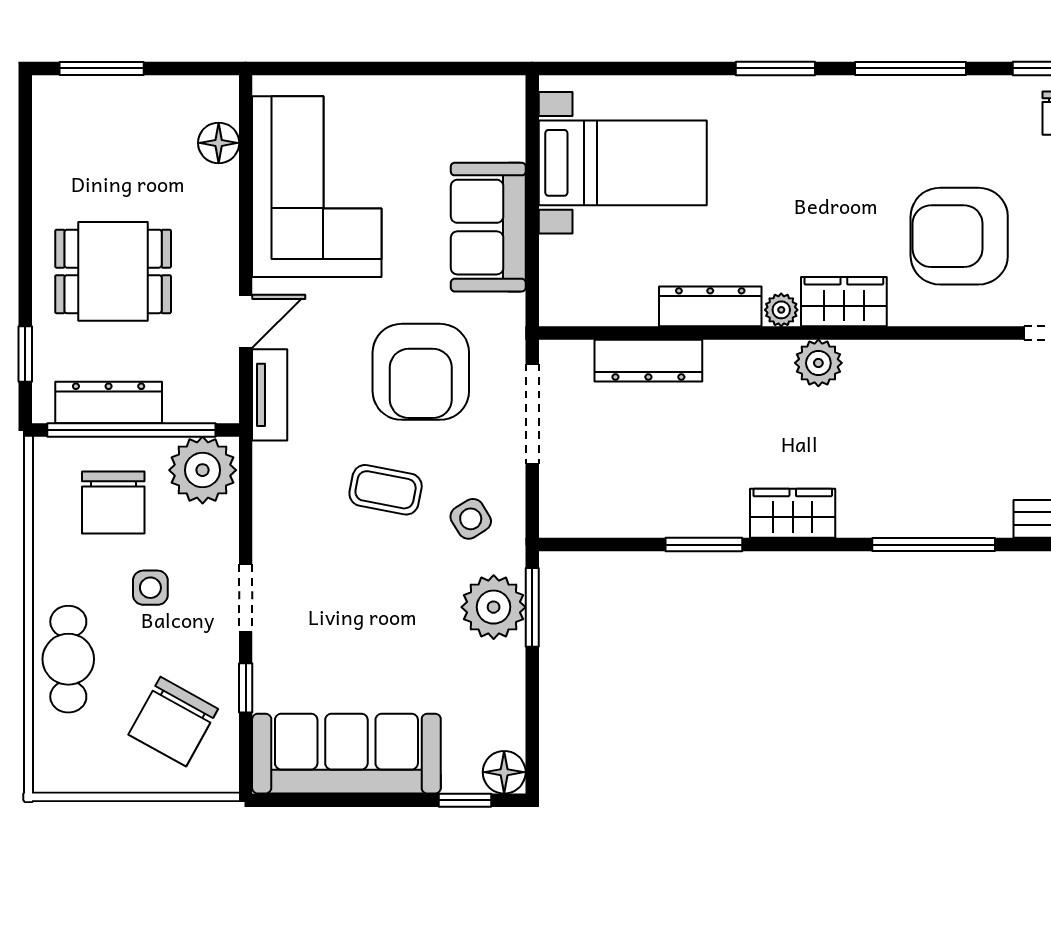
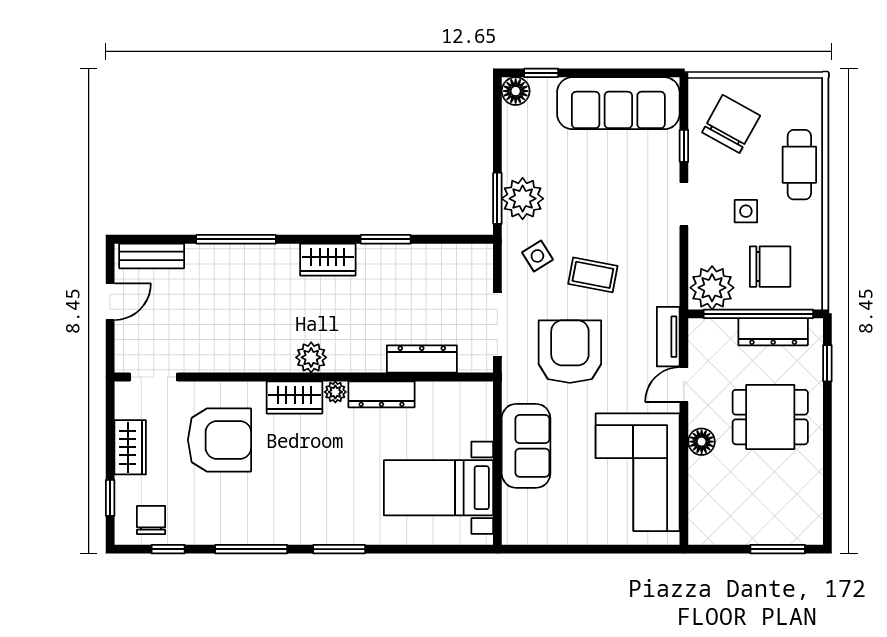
floor lamp: (219, 143) -> (702, 442), moved
chair: (113, 503) -> (770, 267), turned 90

